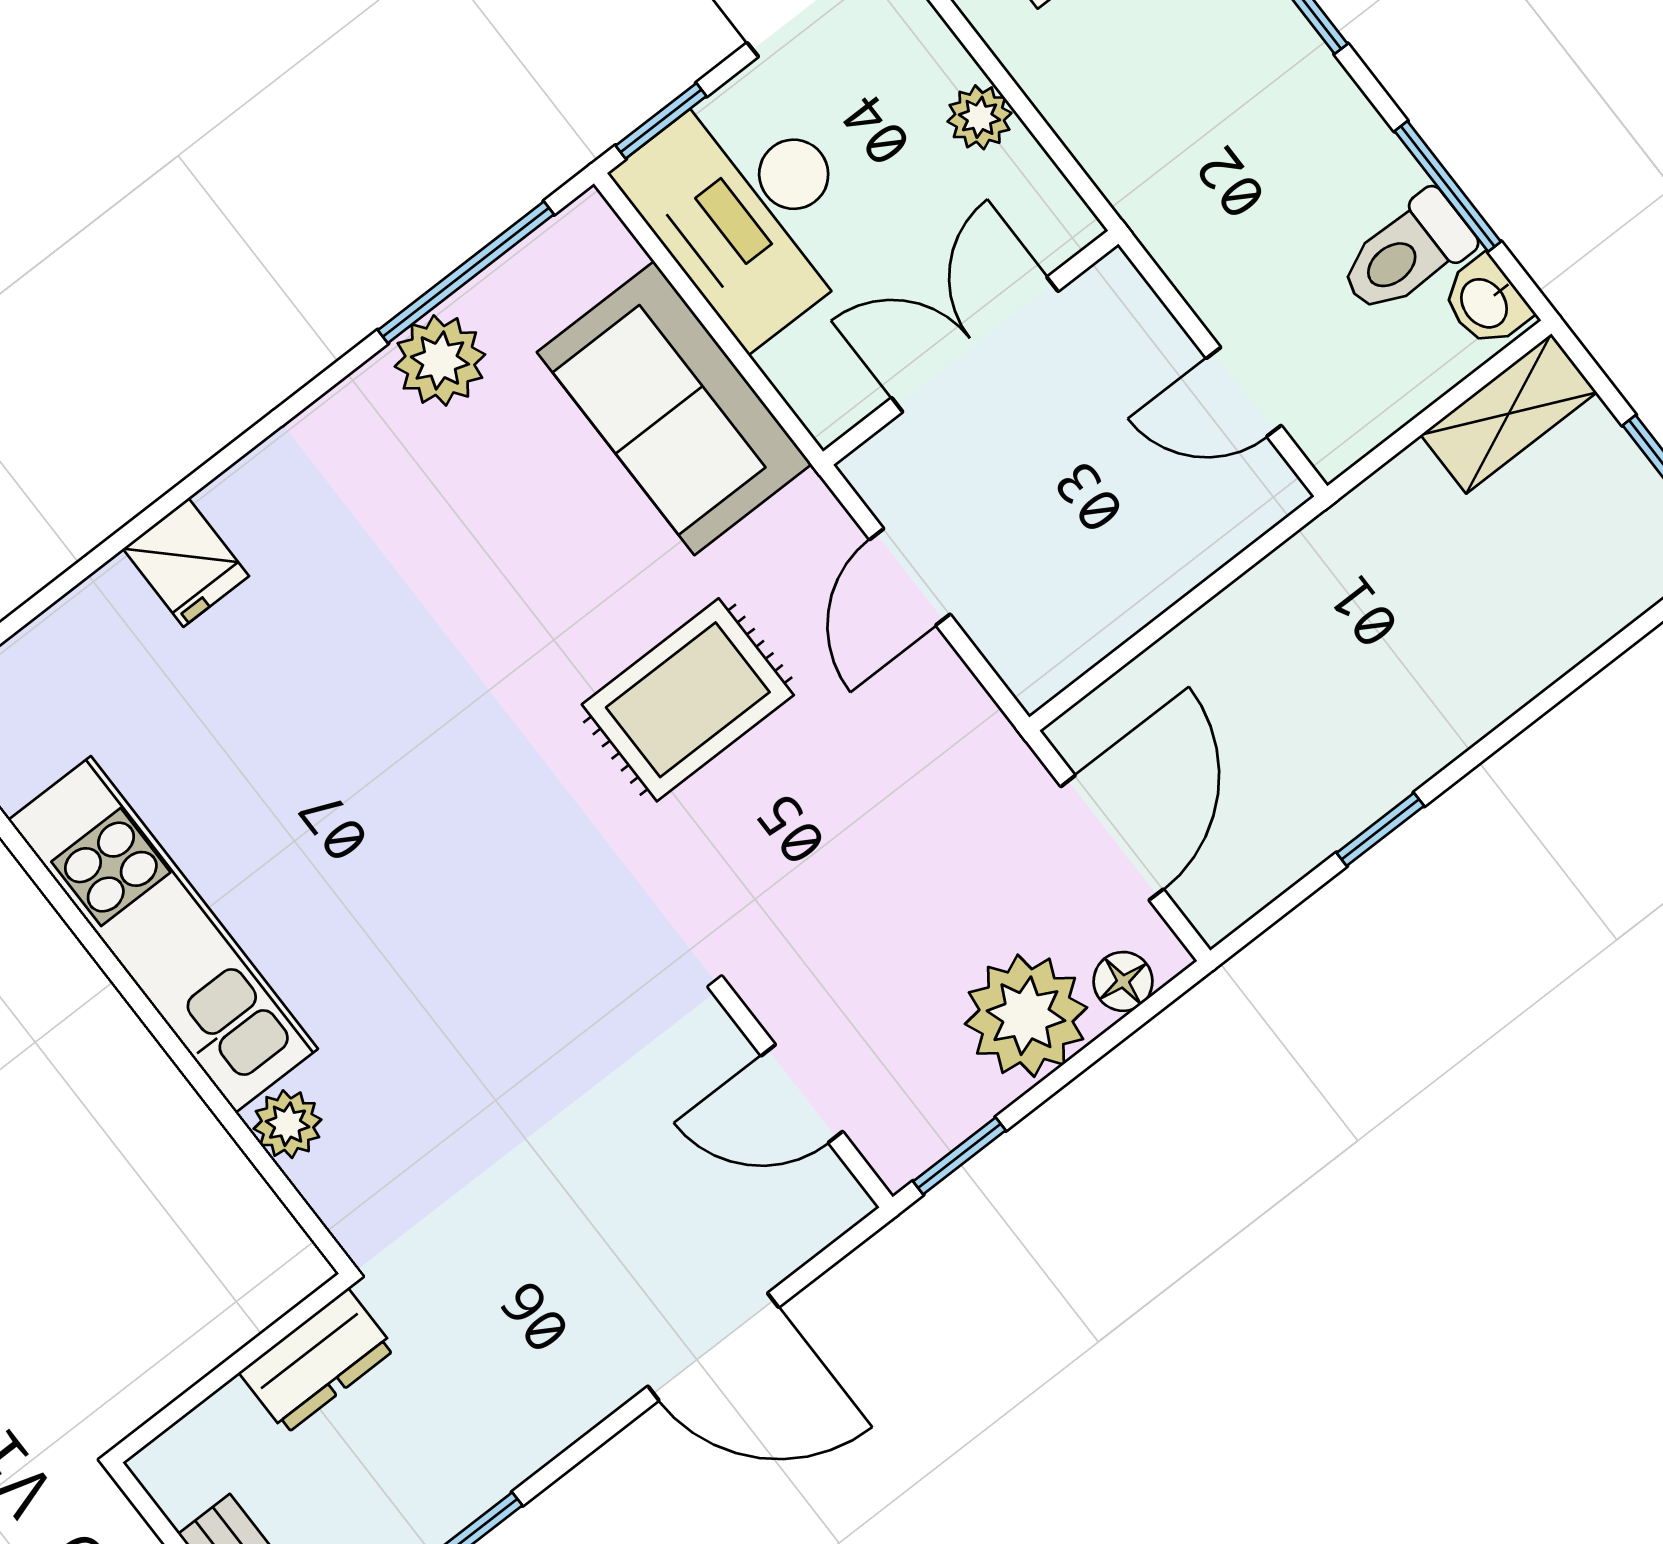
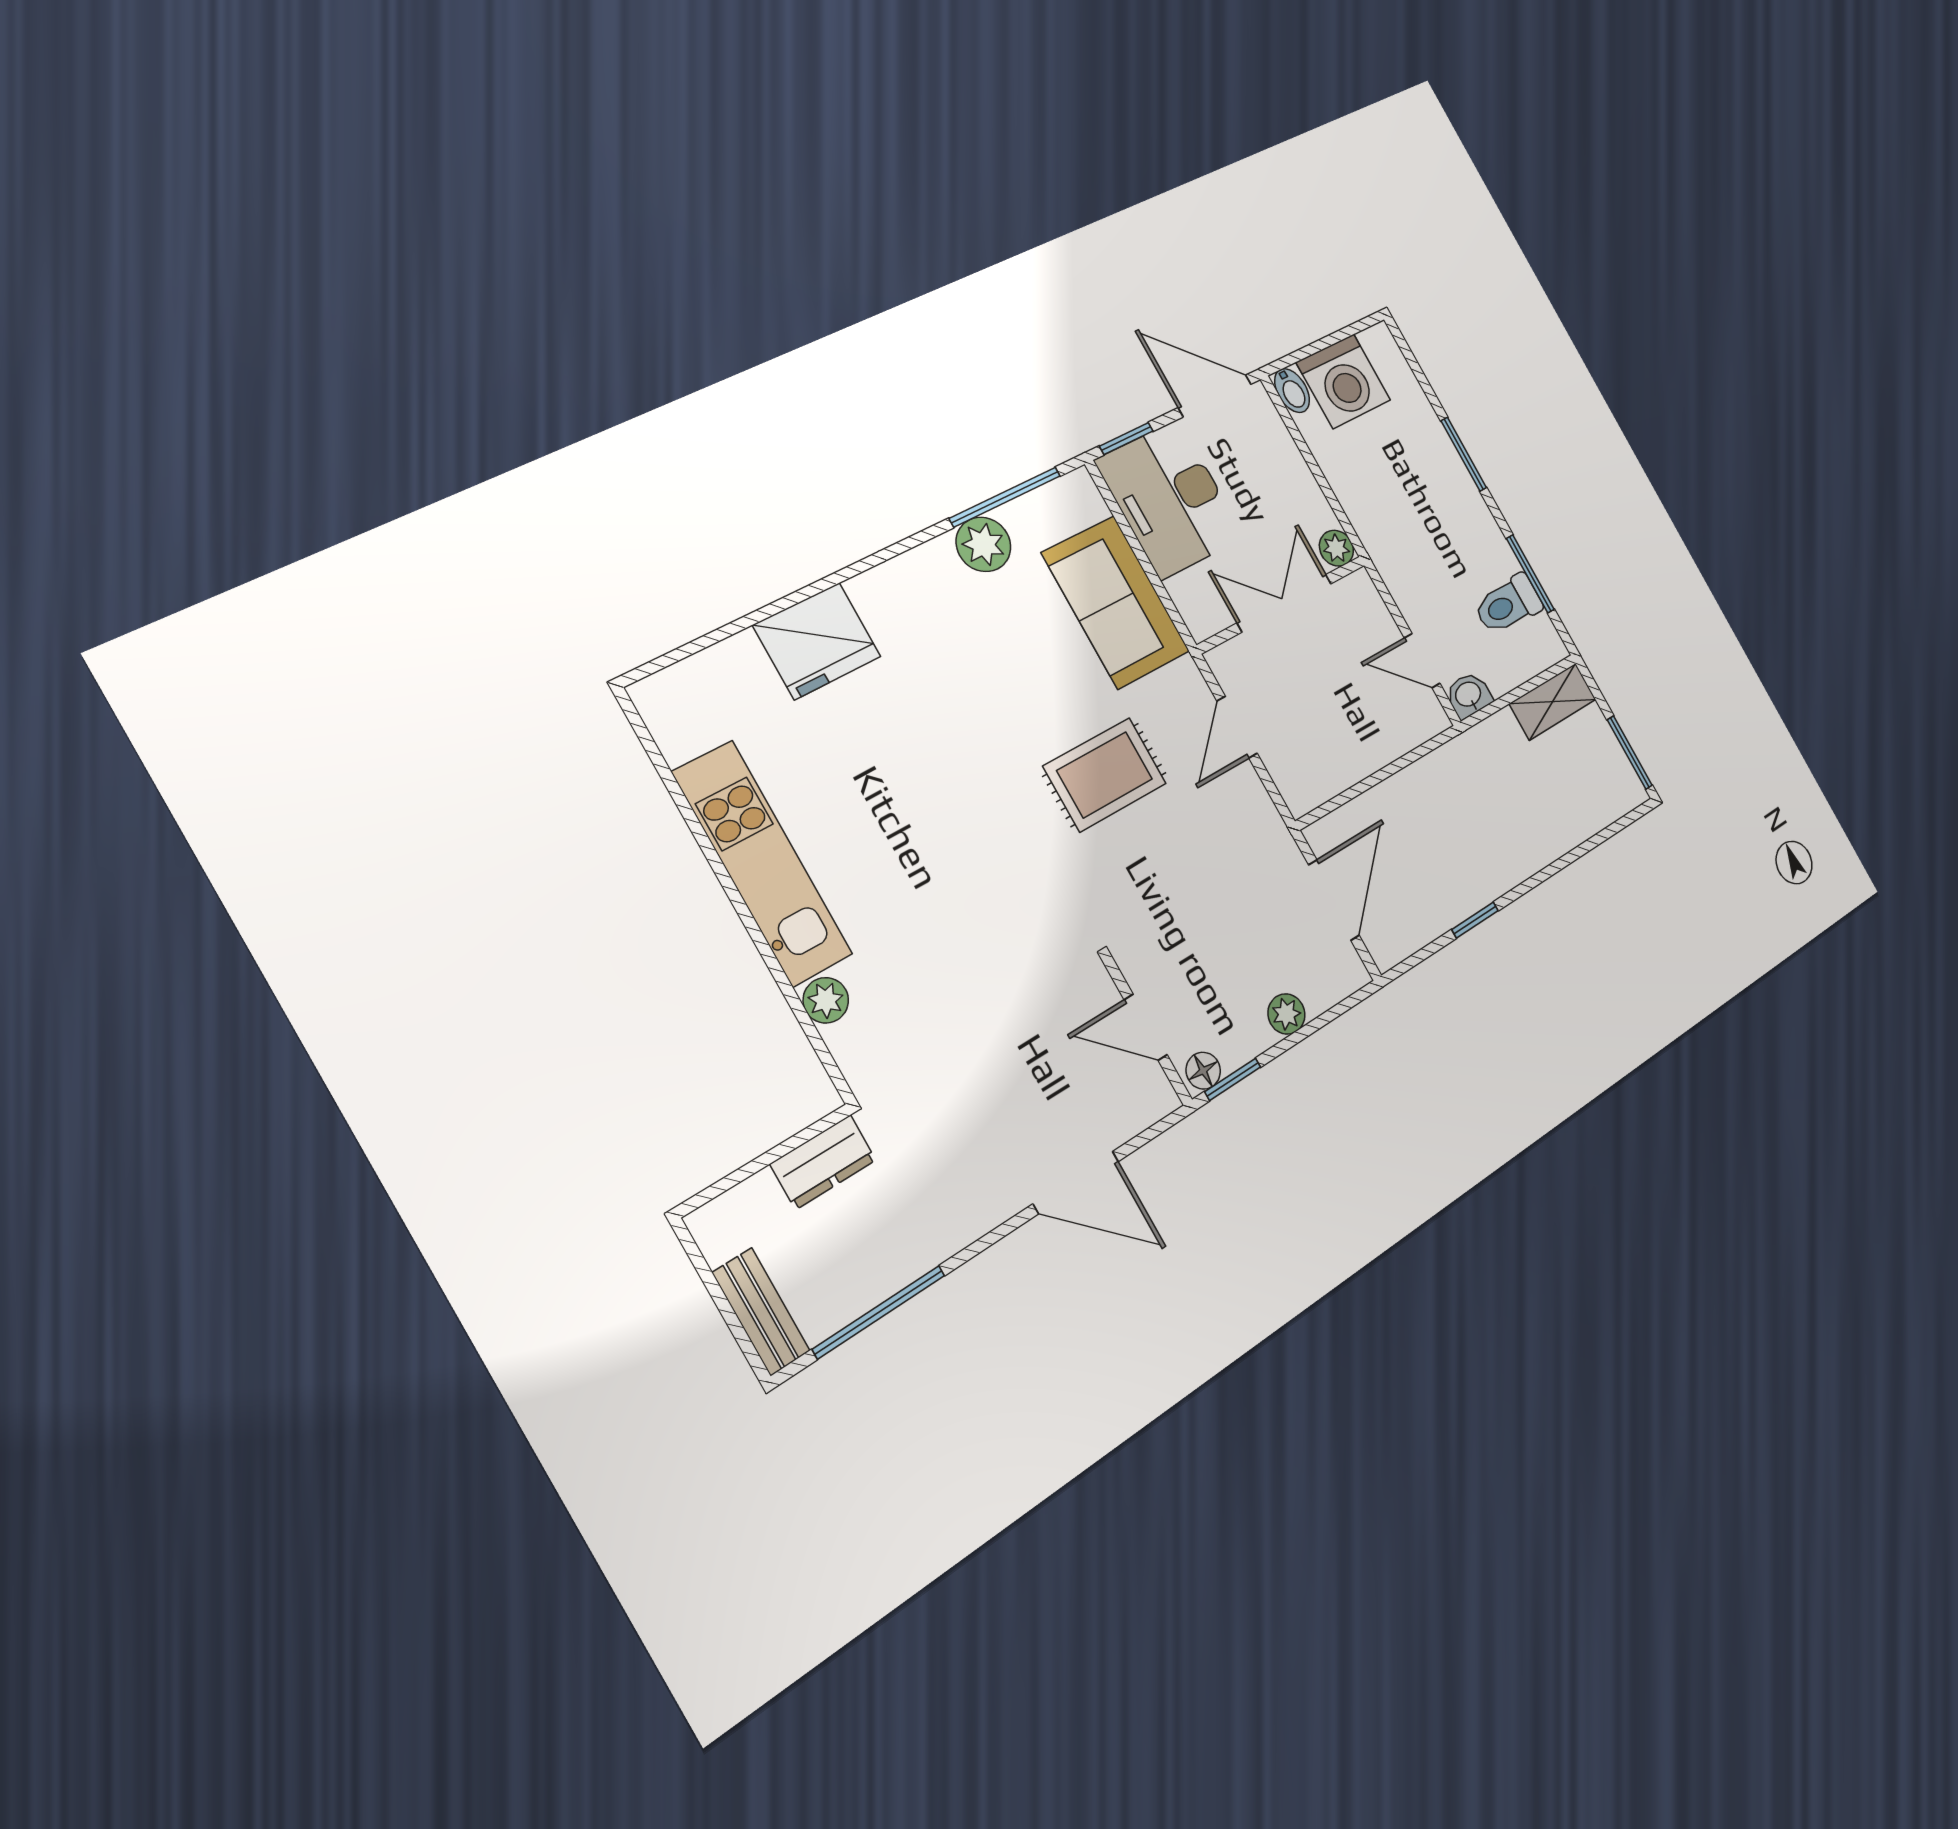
plant: (980, 117) -> (1336, 548), moved
washbasin: (1486, 302) -> (1469, 695), moved, turned 90
fridge: (186, 562) -> (817, 641), width x1.88, depth x1.34
floor lamp: (1123, 981) -> (1203, 1071), moved
plant: (1026, 1016) -> (1286, 1014), width x0.53, depth x0.53

